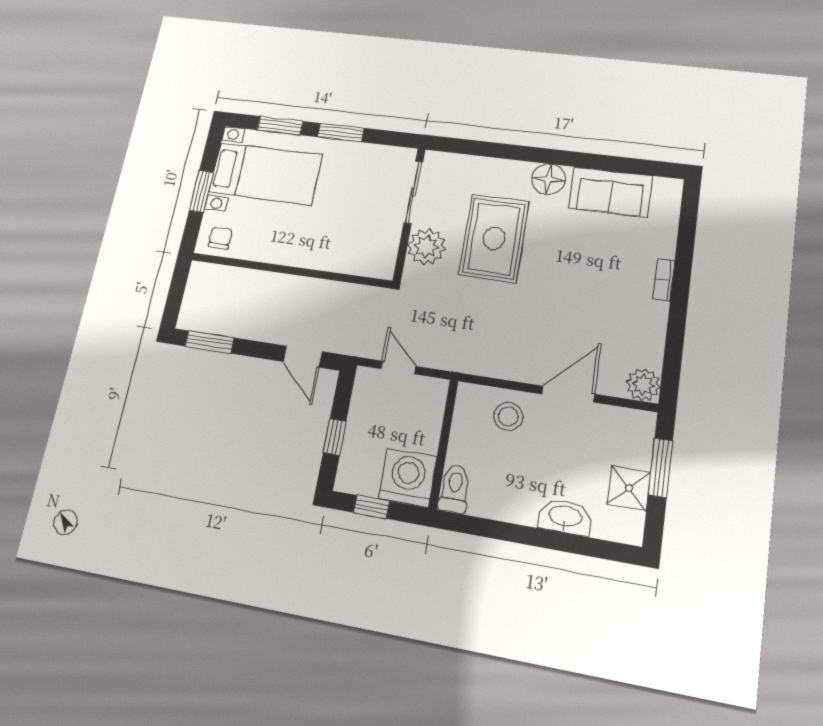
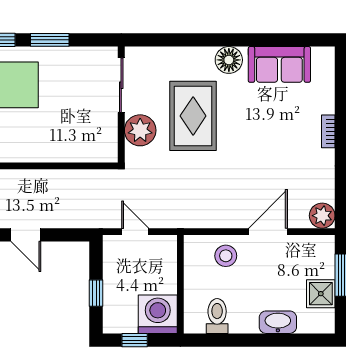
door: (303, 357) -> (26, 235), moved
toilet: (455, 489) -> (217, 316), moved

